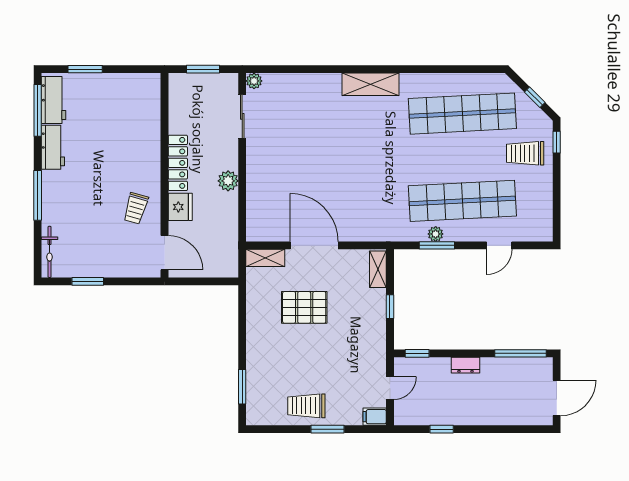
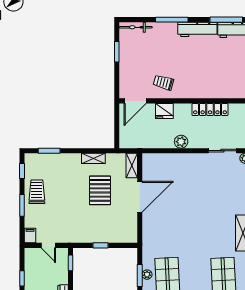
workbench: (53, 147) -> (197, 29), width x1.38
locker: (178, 163) -> (210, 109), moved
shelving: (378, 269) -> (93, 158), moved
window: (274, 429) -> (22, 171), added

